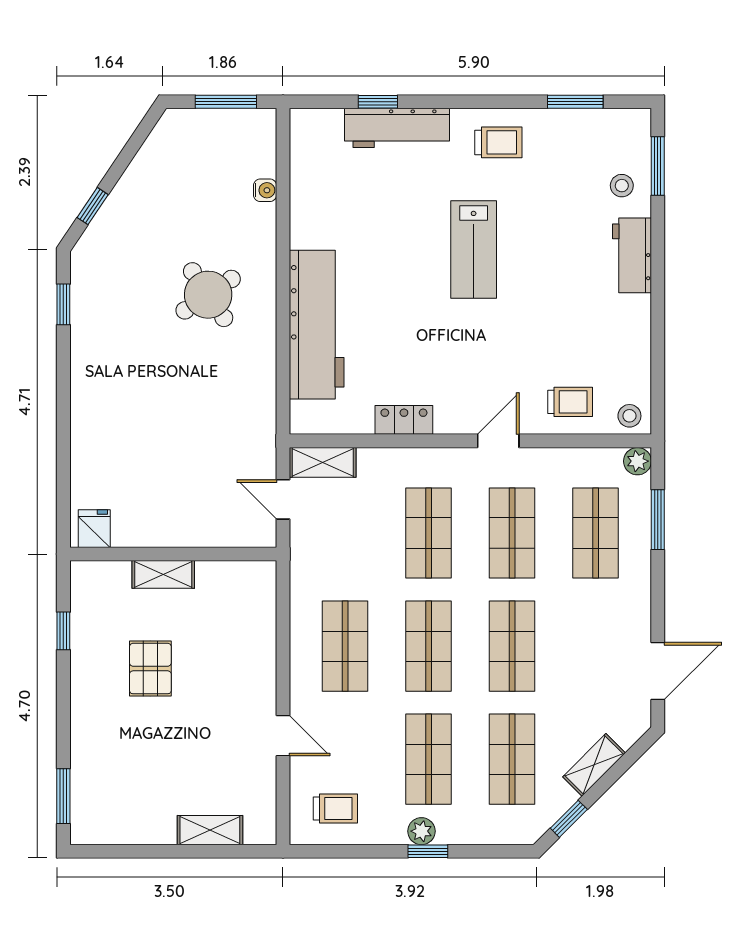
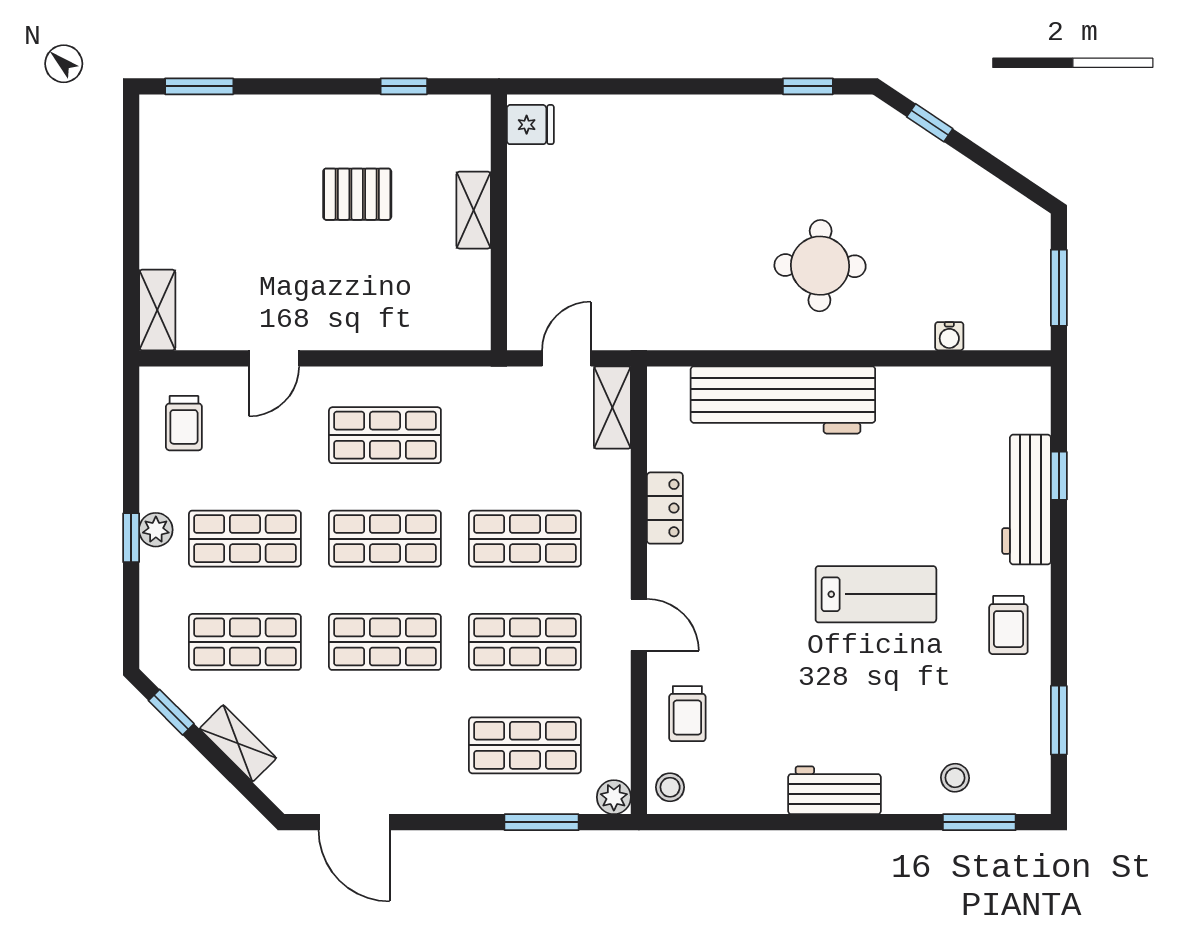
lab bench: (474, 250) -> (876, 594), turned 180
workbench: (632, 255) -> (834, 790), moved
round table: (208, 295) -> (820, 266), turned 35
shelving: (210, 830) -> (157, 310), moved

